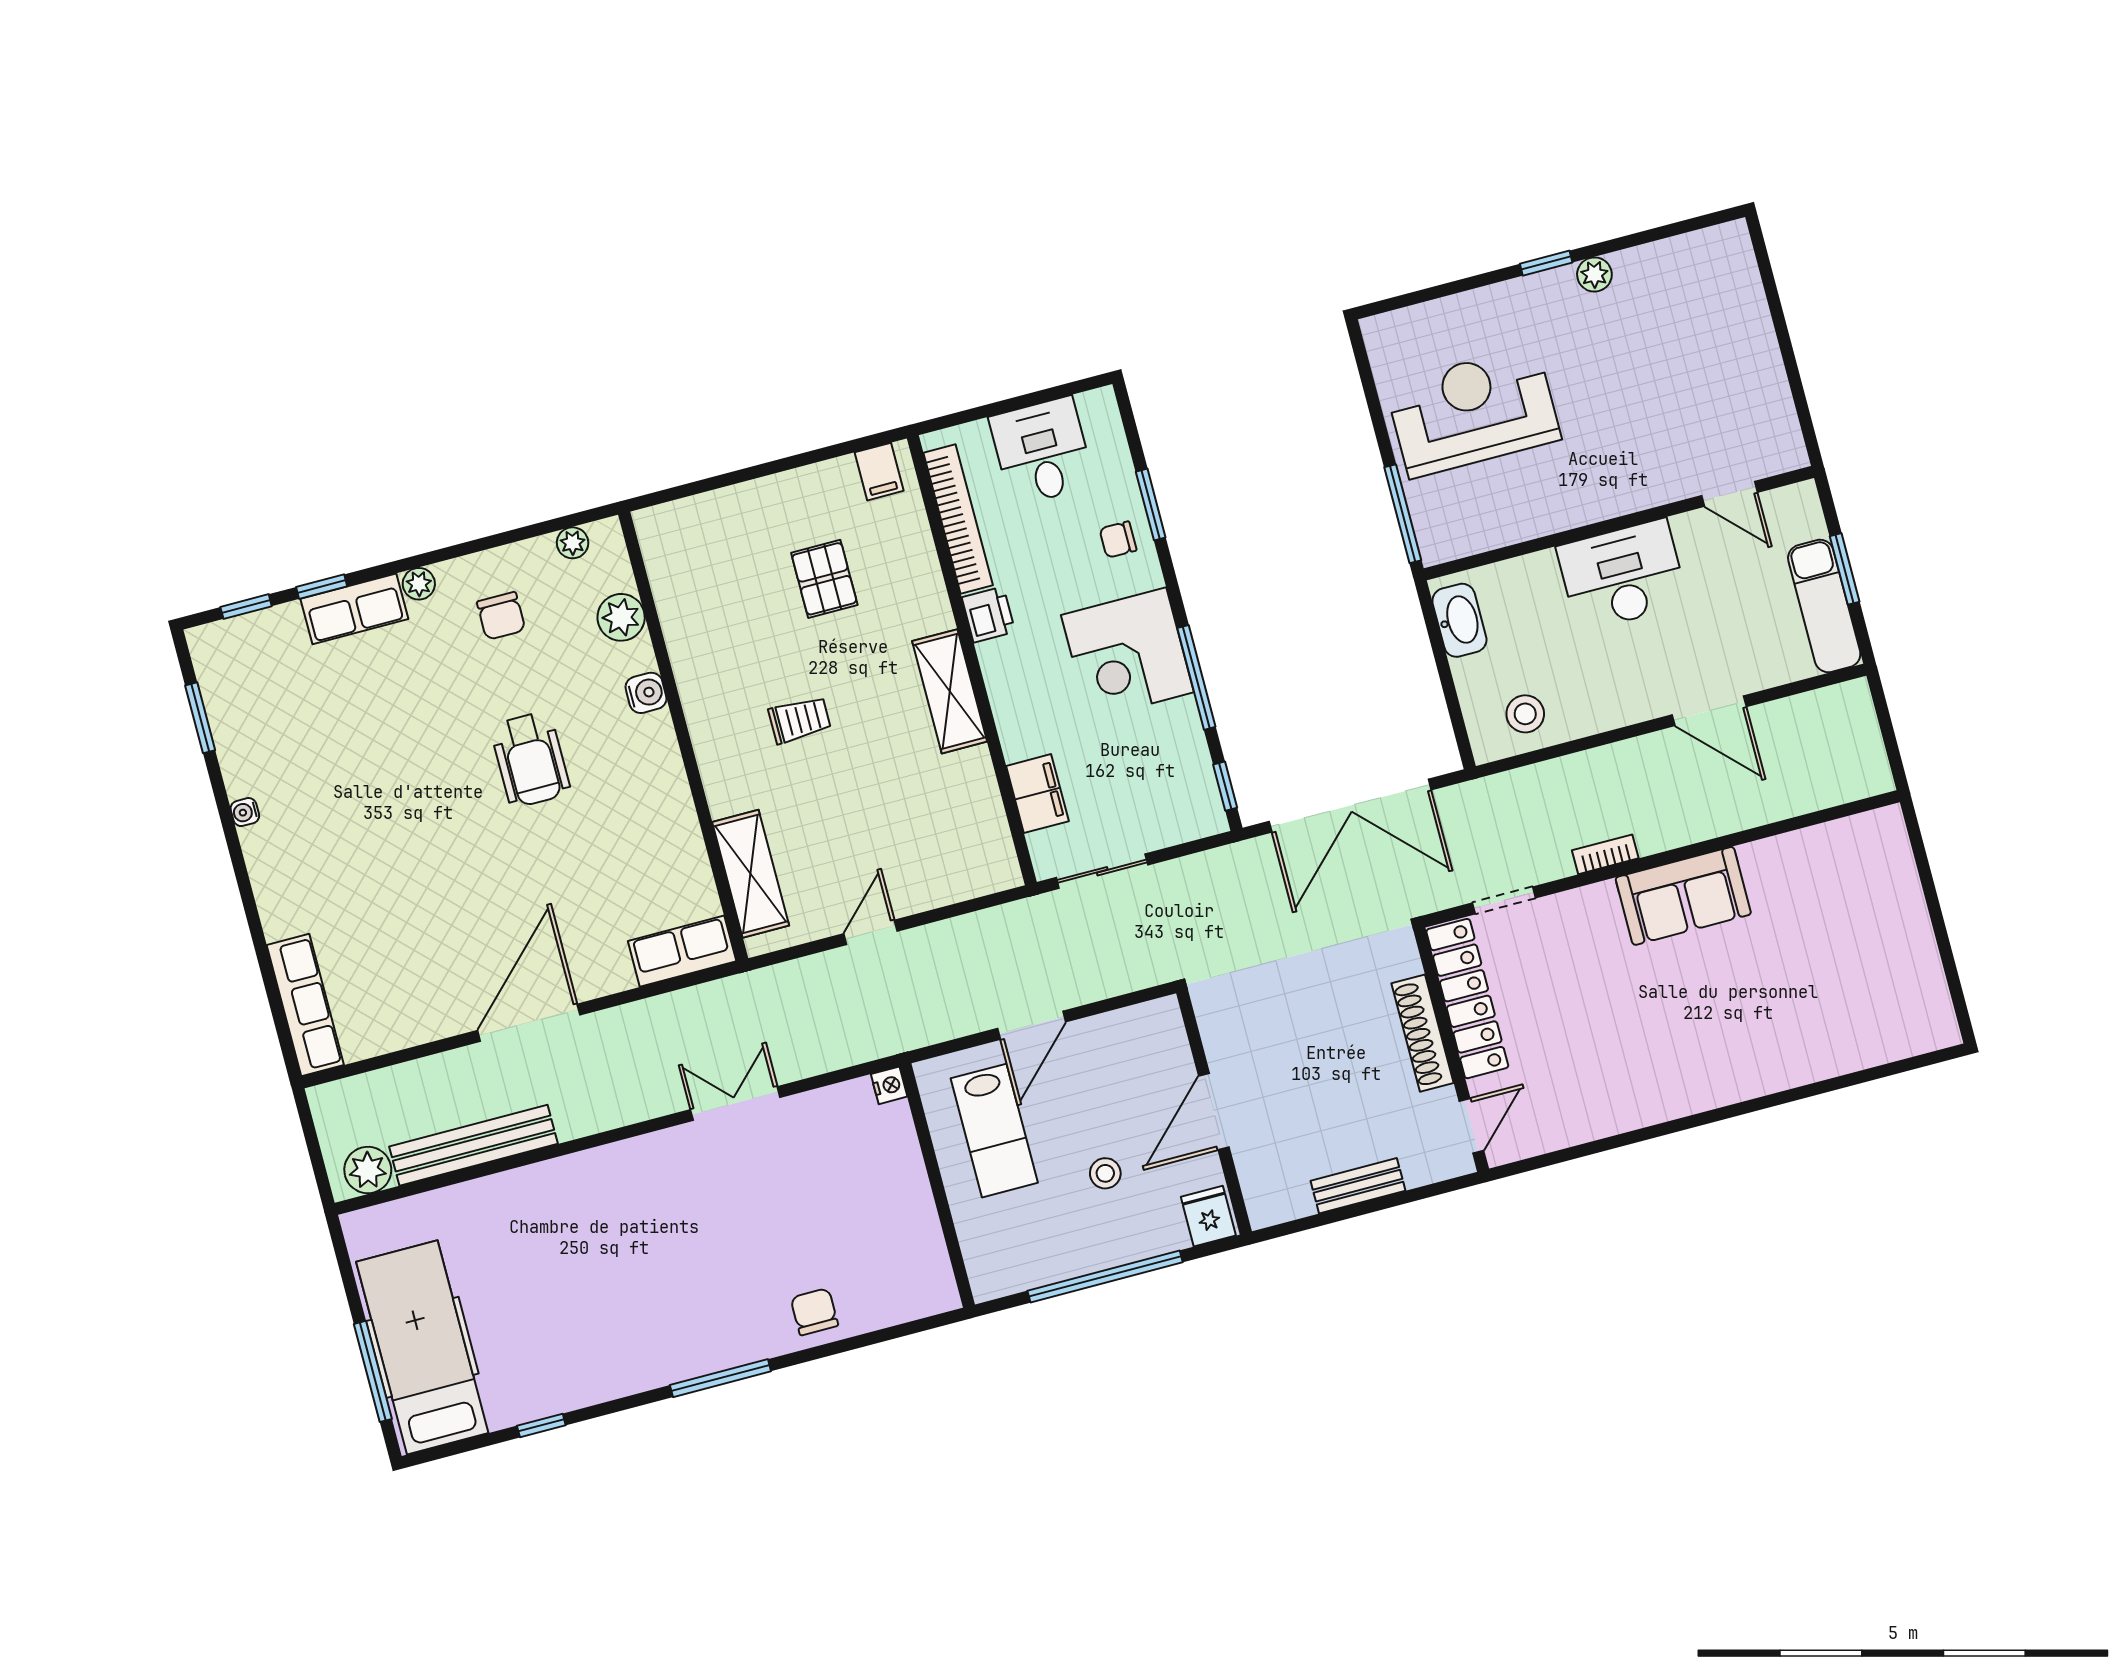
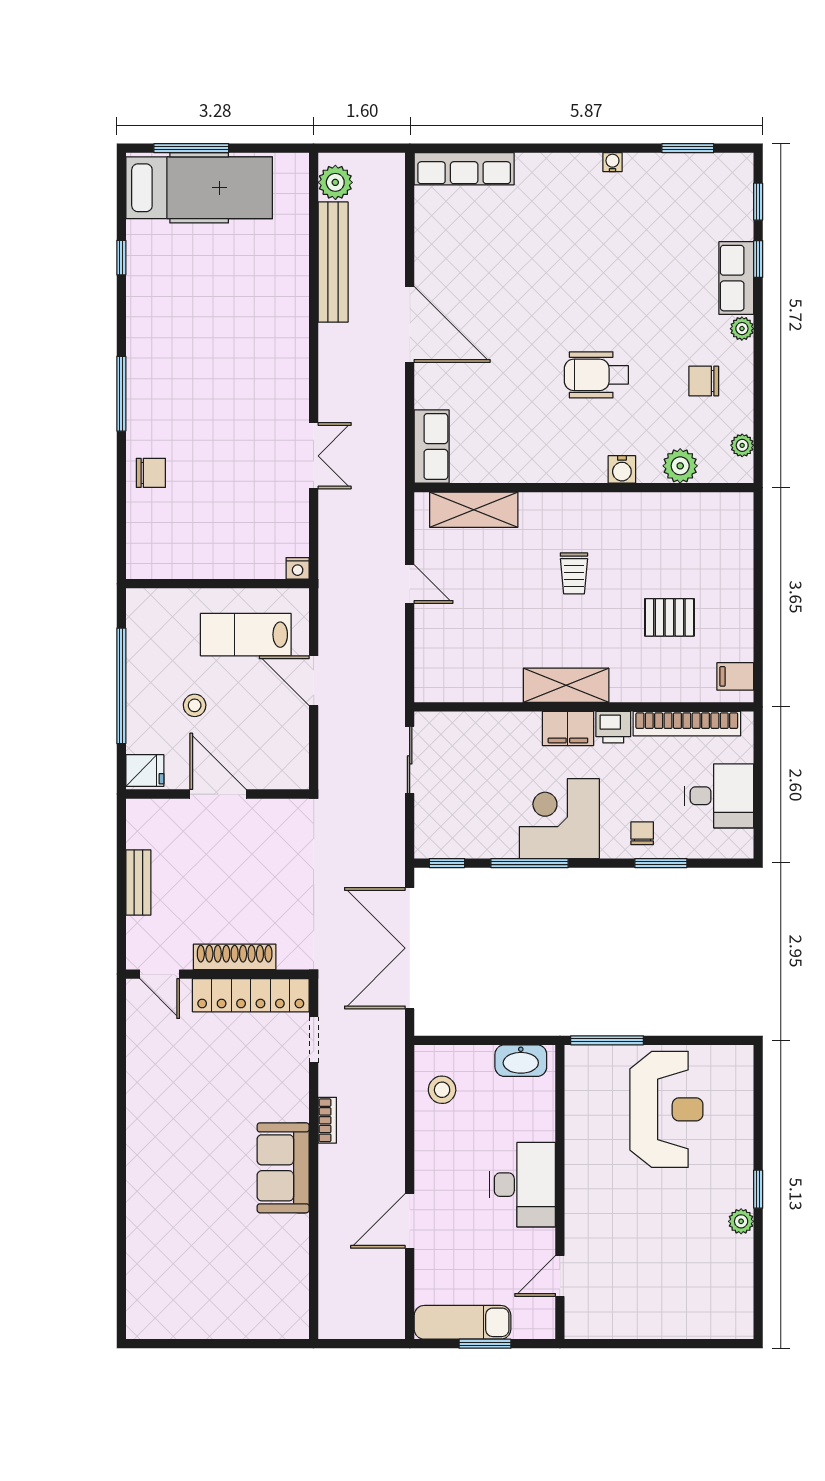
filing cabinet: (1037, 794) -> (568, 728), moved

